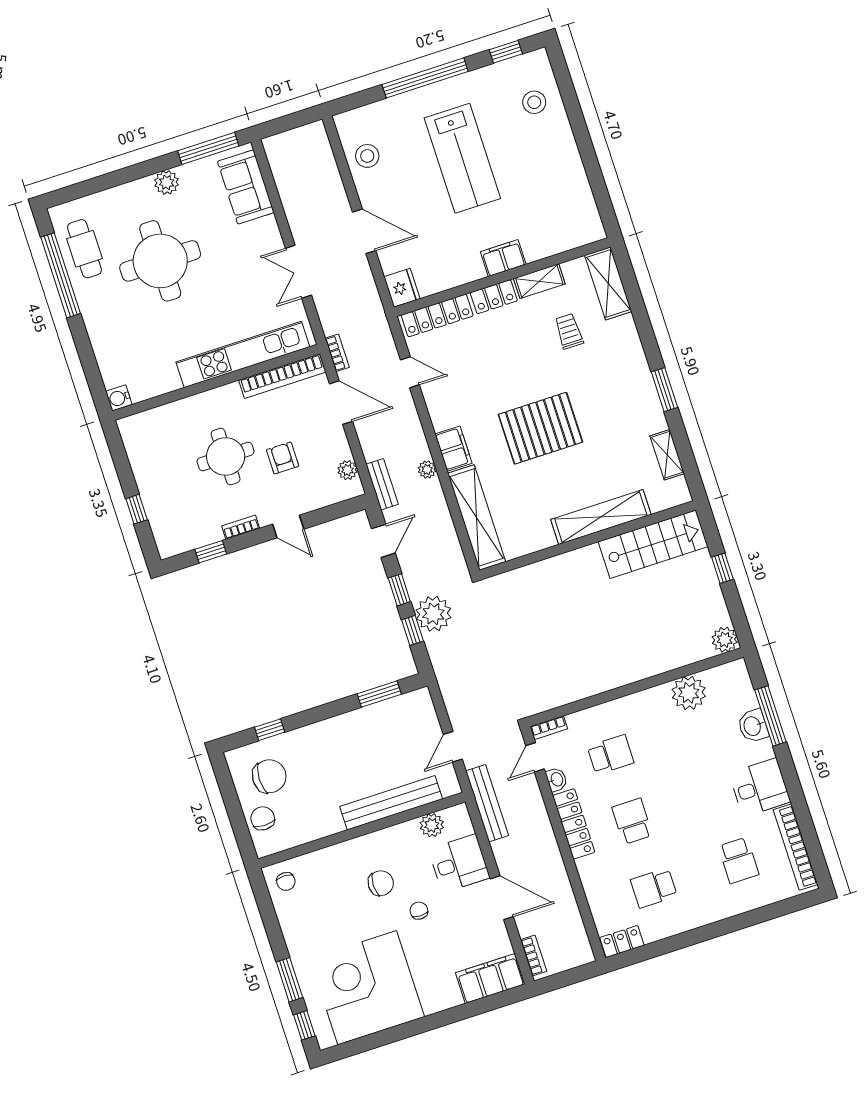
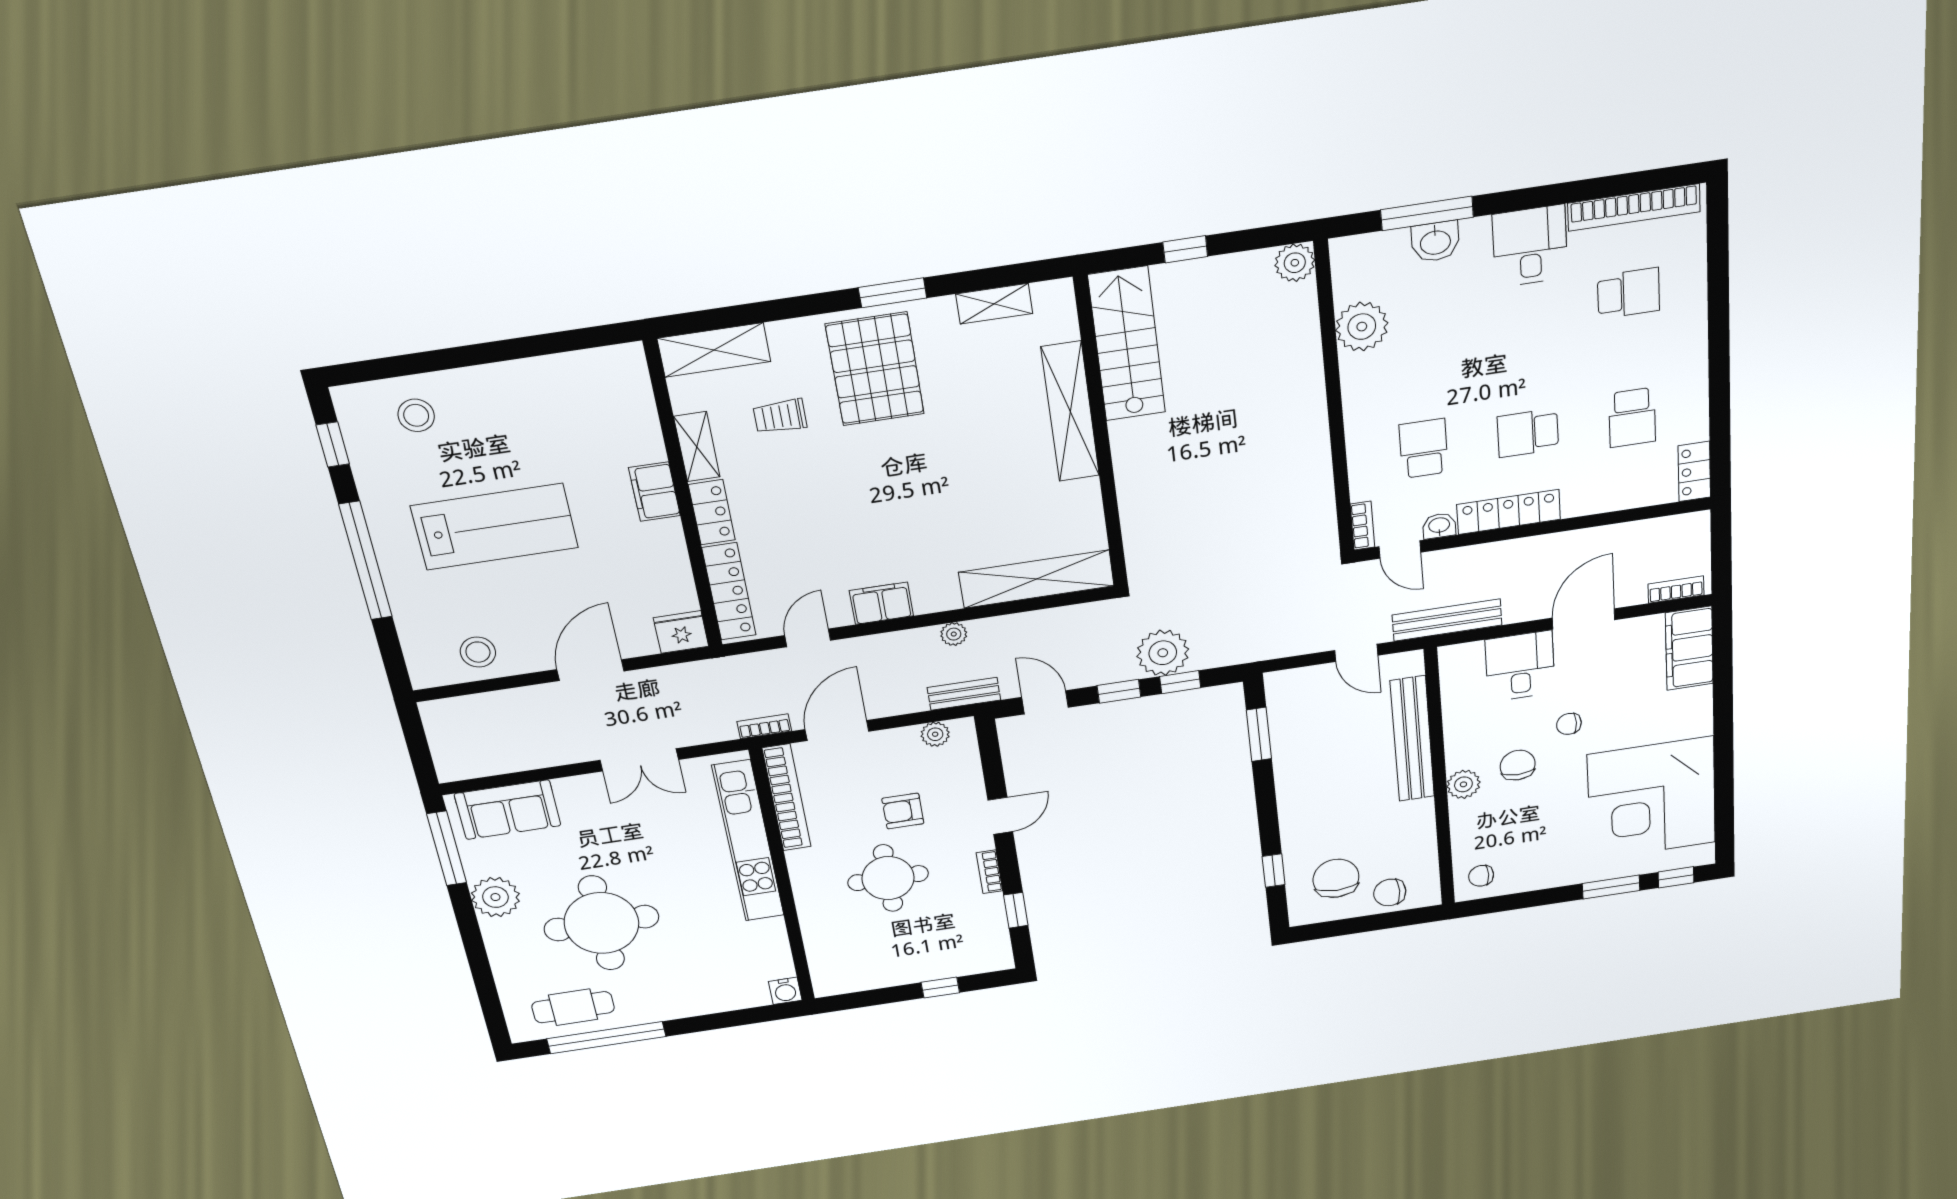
plant: (167, 182) -> (495, 897), width x1.36, depth x1.36
pallet: (540, 428) -> (875, 369), moved
filing cabinet: (453, 449) -> (881, 603), moved
plant: (432, 825) -> (1463, 784), moved
chair: (286, 881) -> (1481, 876), turned 180

